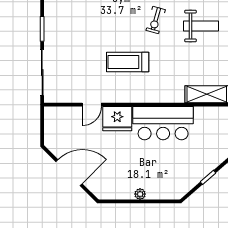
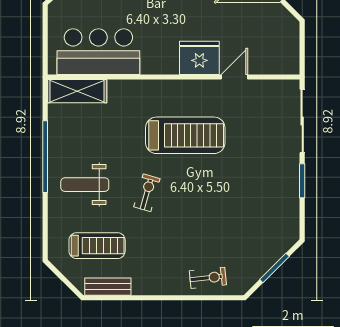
treadmill: (128, 62) -> (185, 135), width x1.37, depth x1.38
bar counter: (163, 123) -> (98, 52), moved

